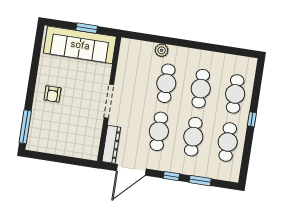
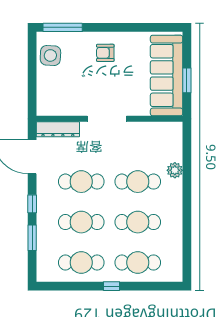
side table: (48, 141) -> (50, 55), added

